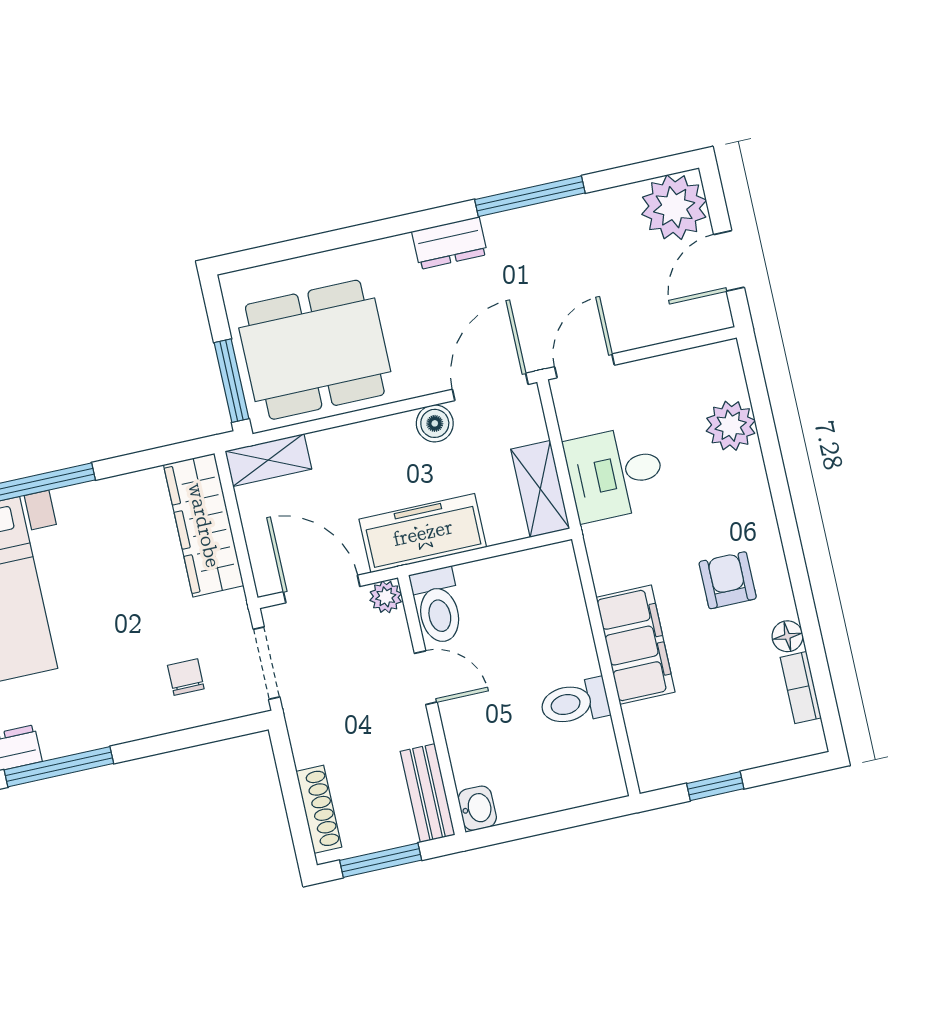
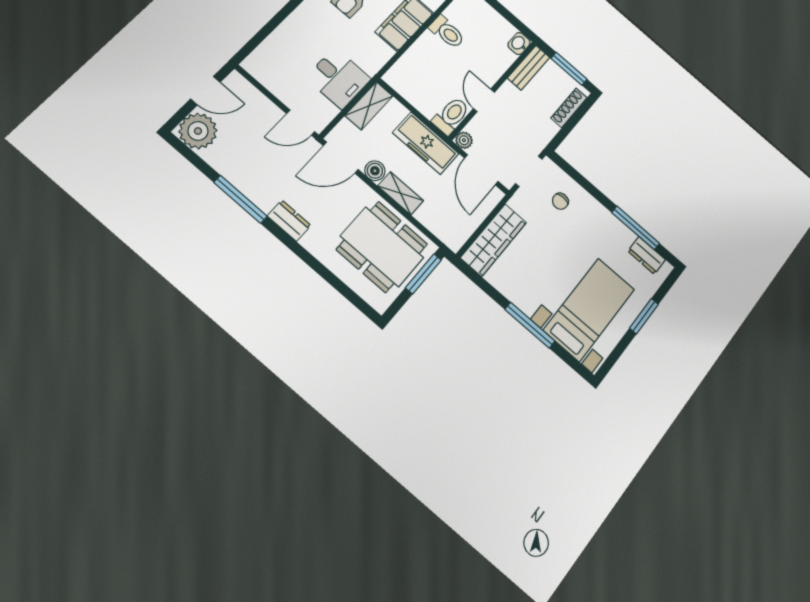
plant: (731, 426) -> (280, 42), removed
shelving: (268, 460) -> (401, 193), moved

